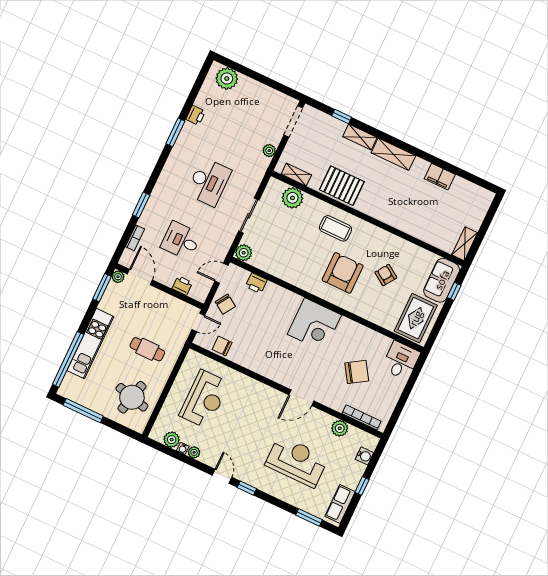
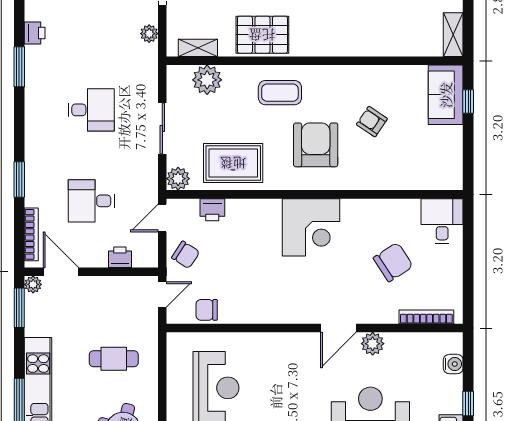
desk: (209, 182) -> (91, 110), width x0.73
bookcase: (135, 238) -> (31, 234), width x1.56
rug: (416, 318) -> (233, 163), moved, turned 90
plant: (340, 428) -> (373, 344), moved

